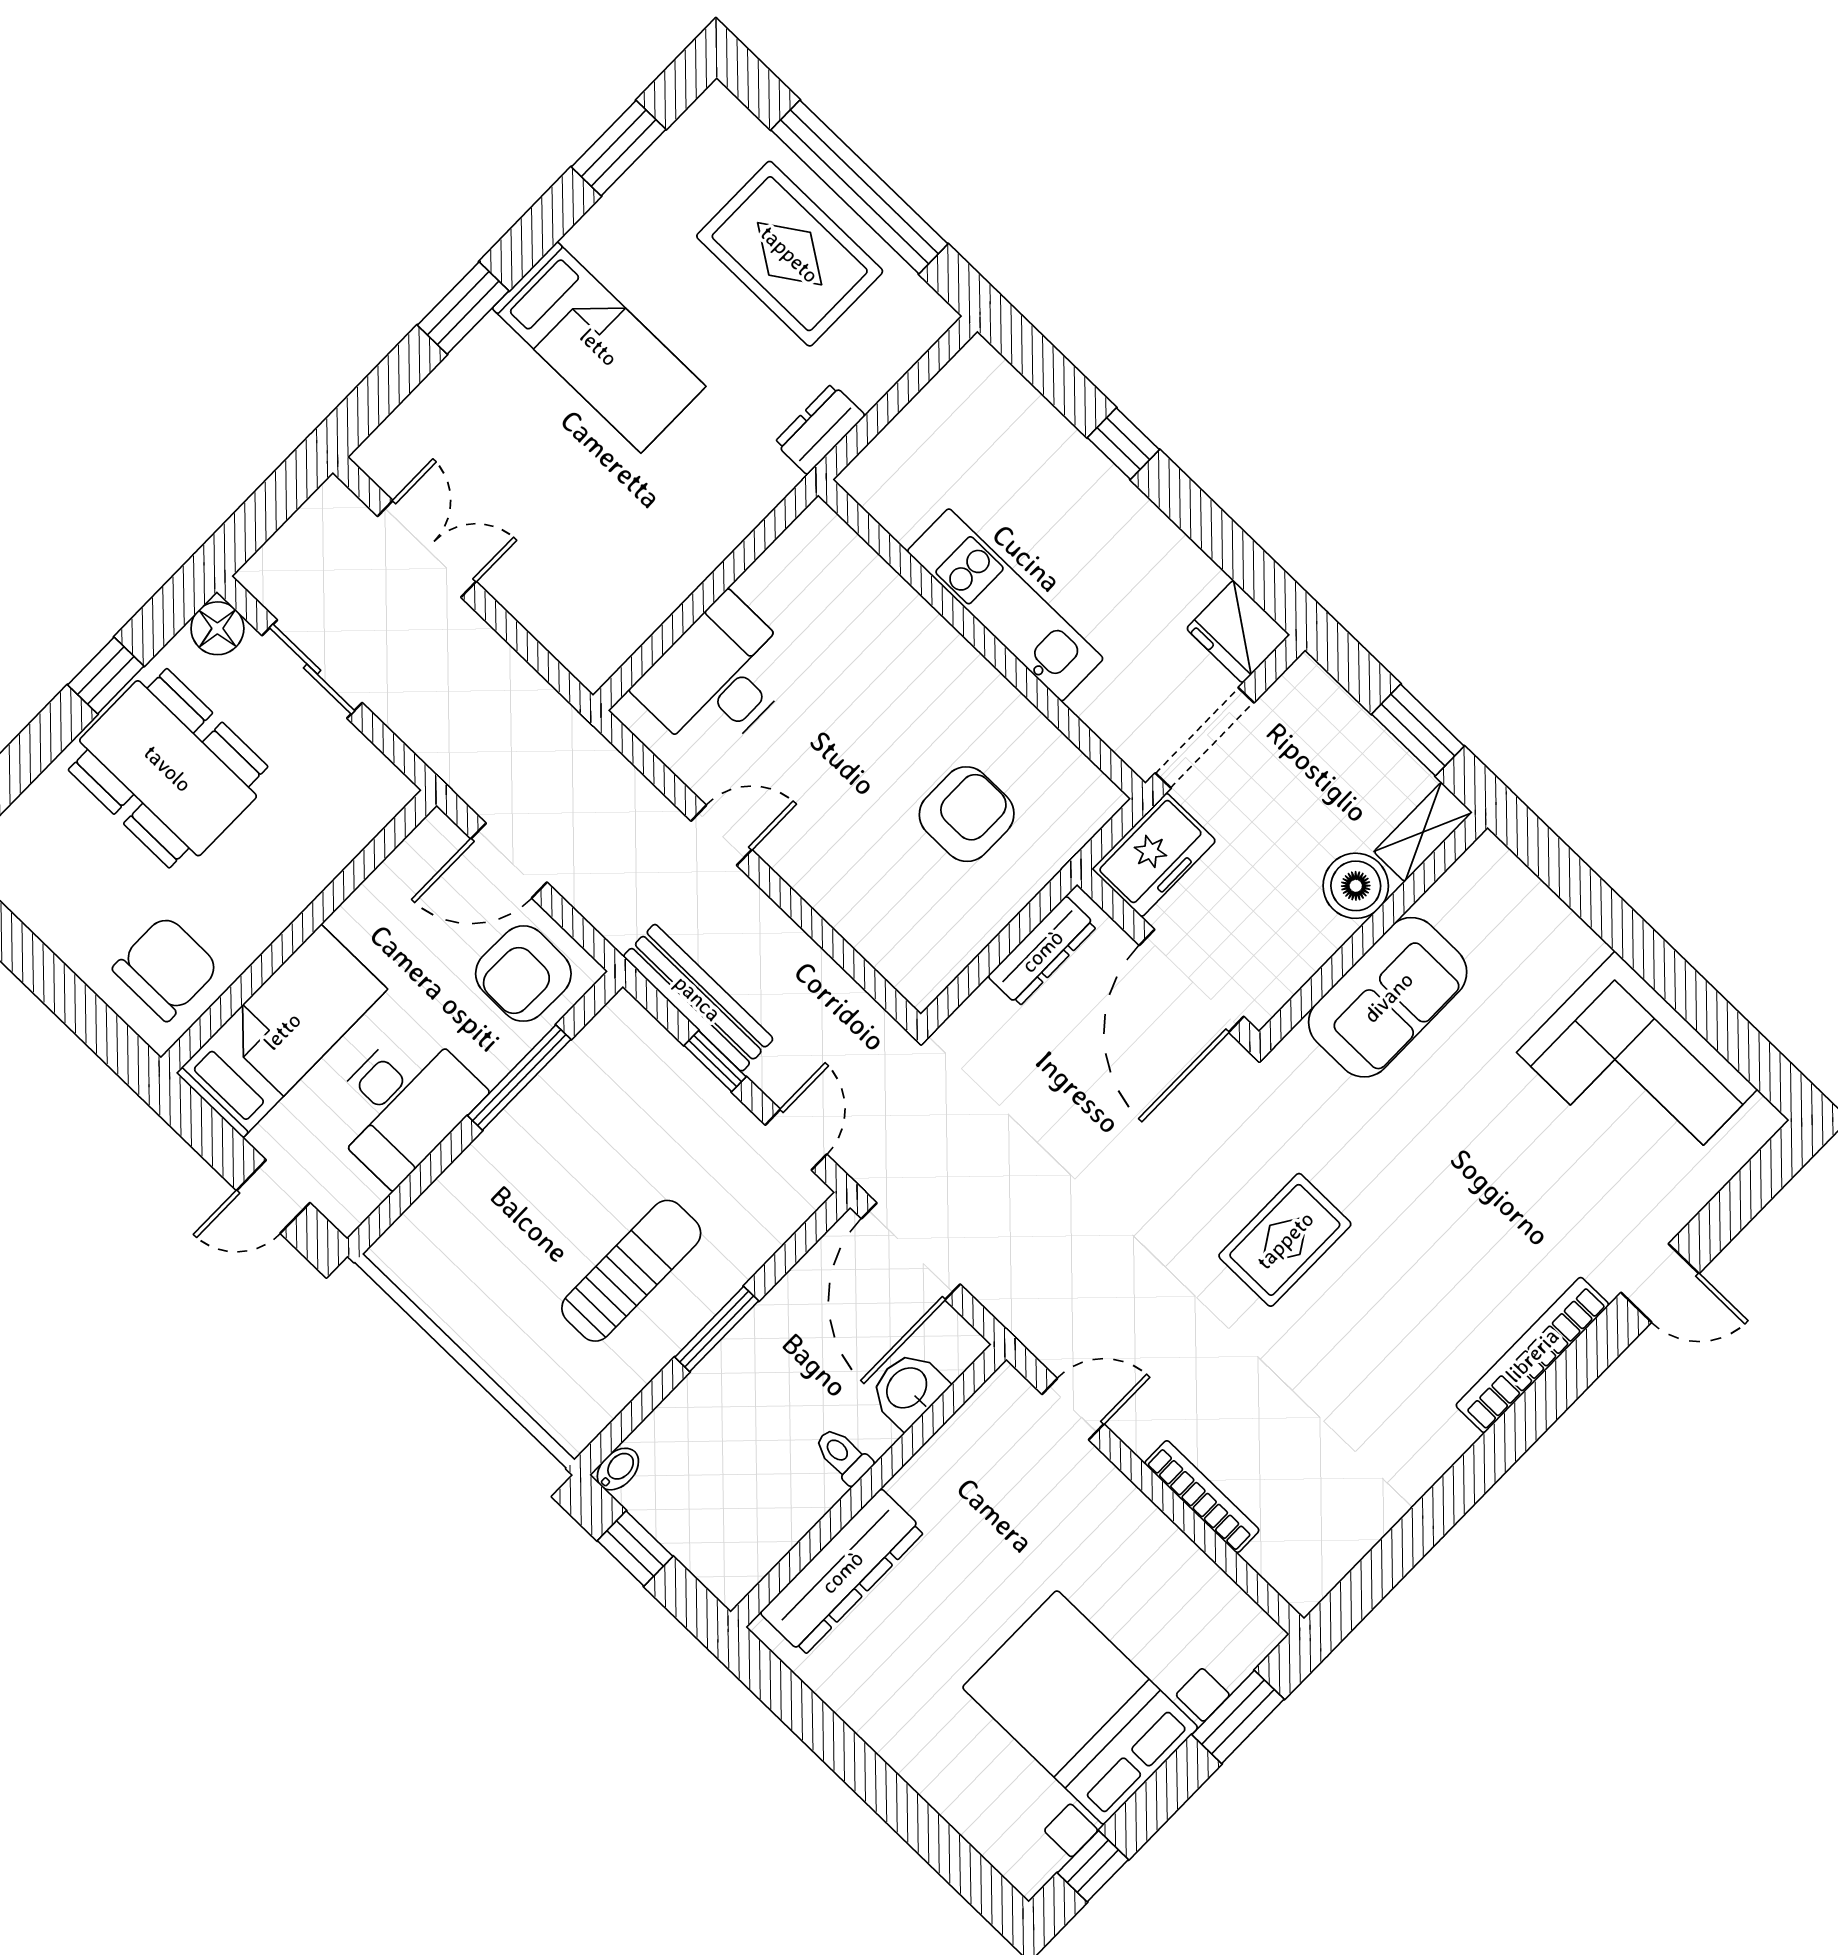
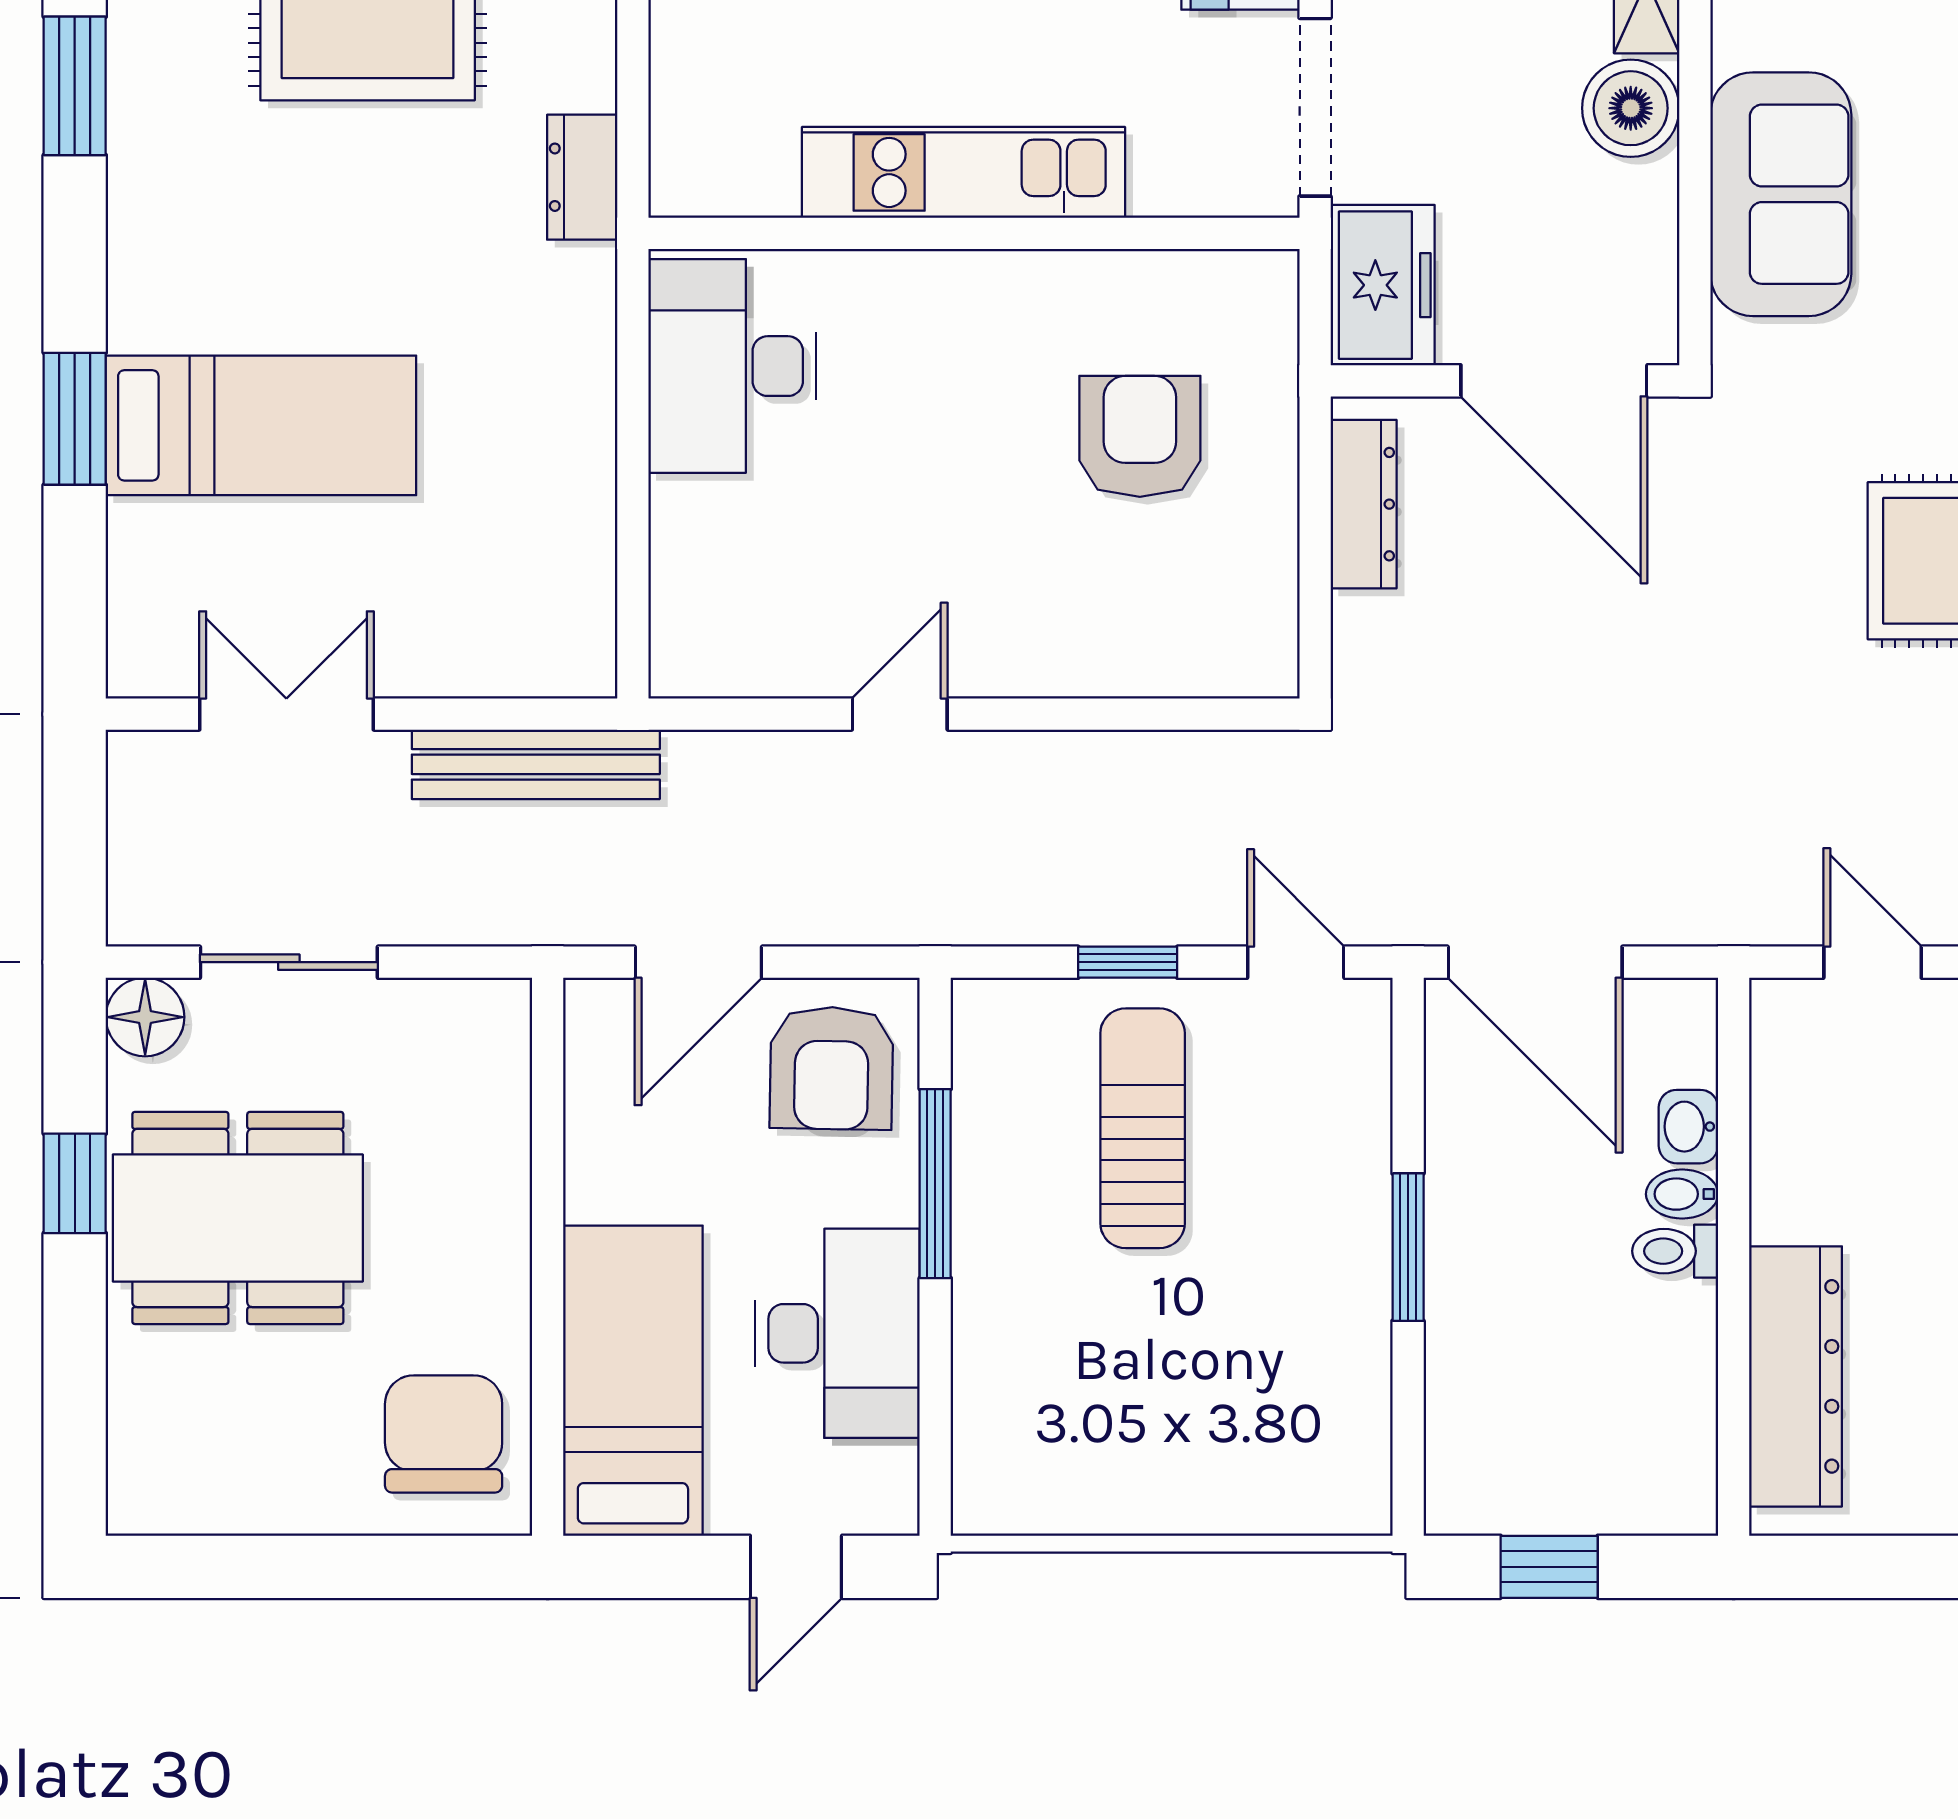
bed: (599, 347) -> (261, 425), moved
desk: (718, 678) -> (732, 366), moved
bench: (698, 998) -> (536, 764), moved
sun lounger: (631, 1271) -> (1143, 1128), moved
washbasin: (908, 1389) -> (1688, 1127), width x0.72, depth x0.69
door: (1073, 1409) -> (1873, 962), hinge flipped
bidet: (618, 1469) -> (1682, 1194), moved, turned -90

